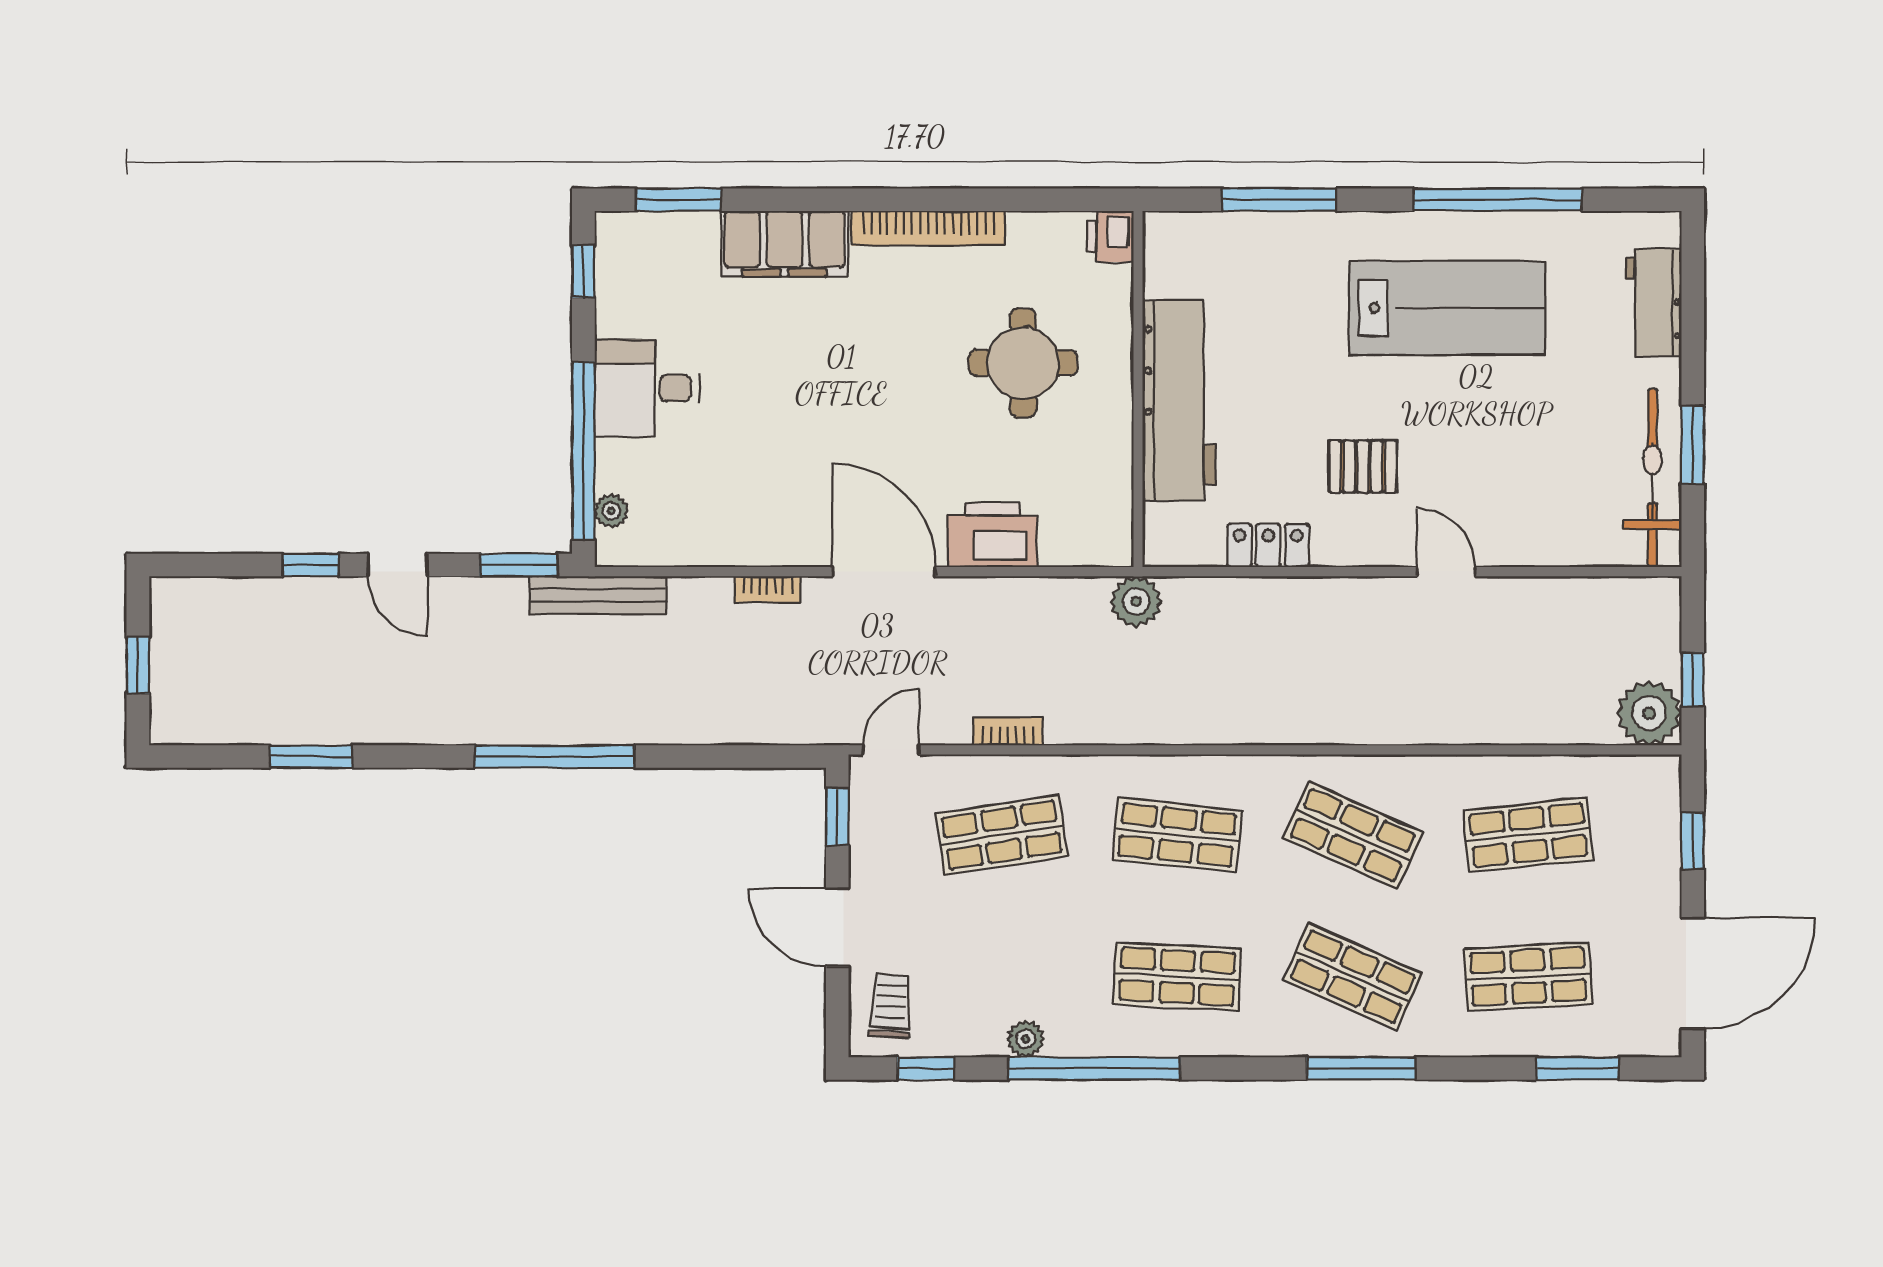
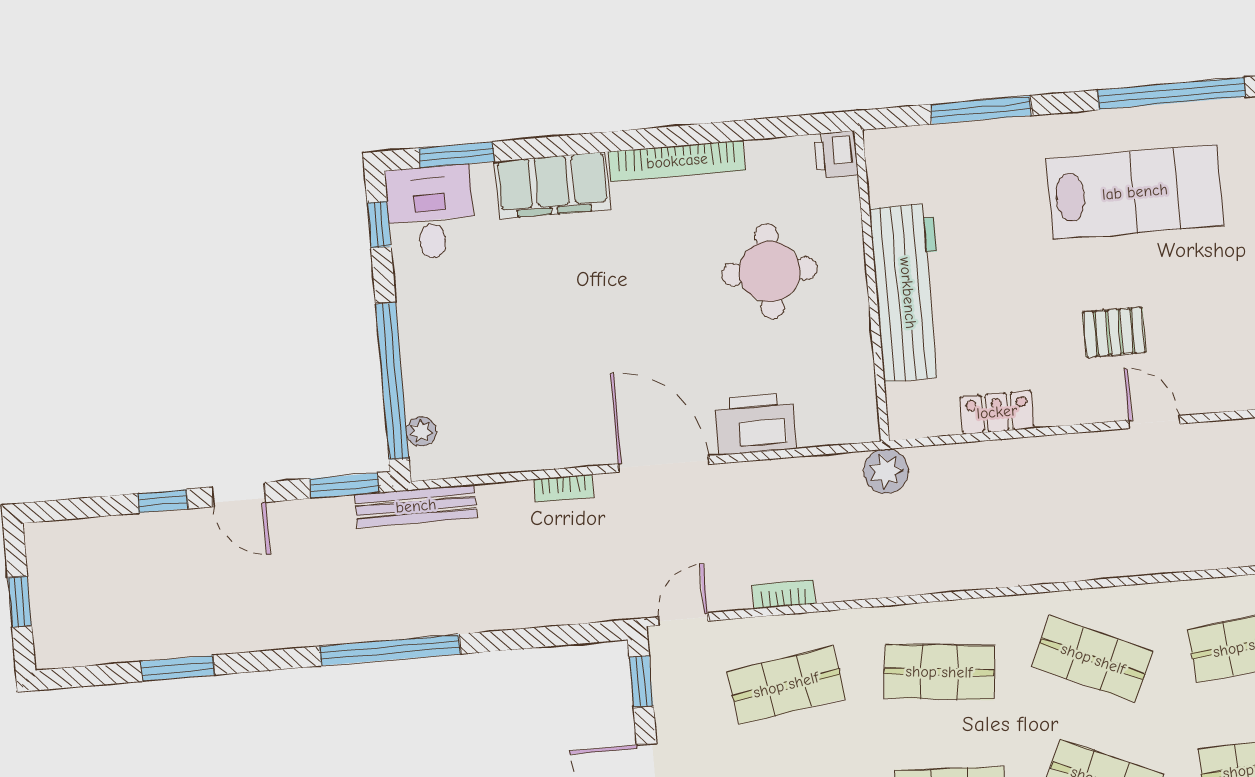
desk: (647, 388) -> (430, 213), moved, turned 90
pallet: (1363, 466) -> (1114, 332), moved

